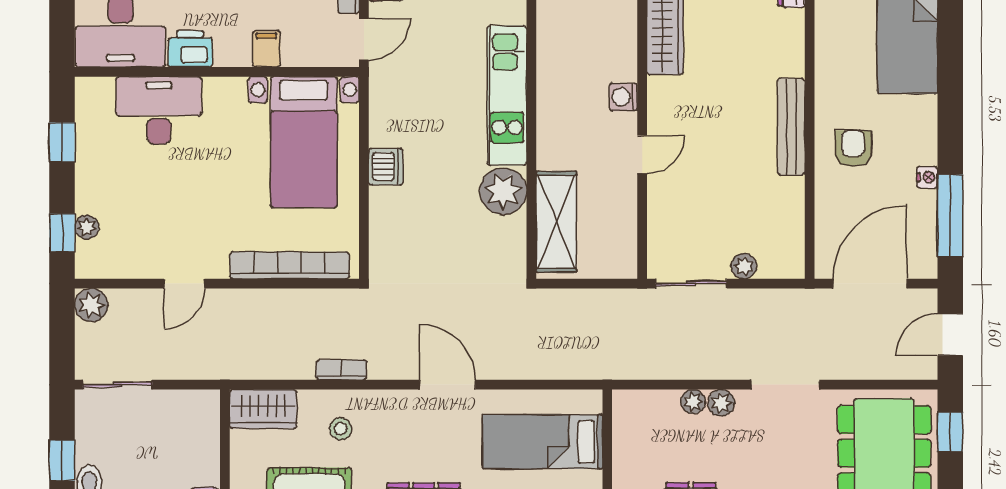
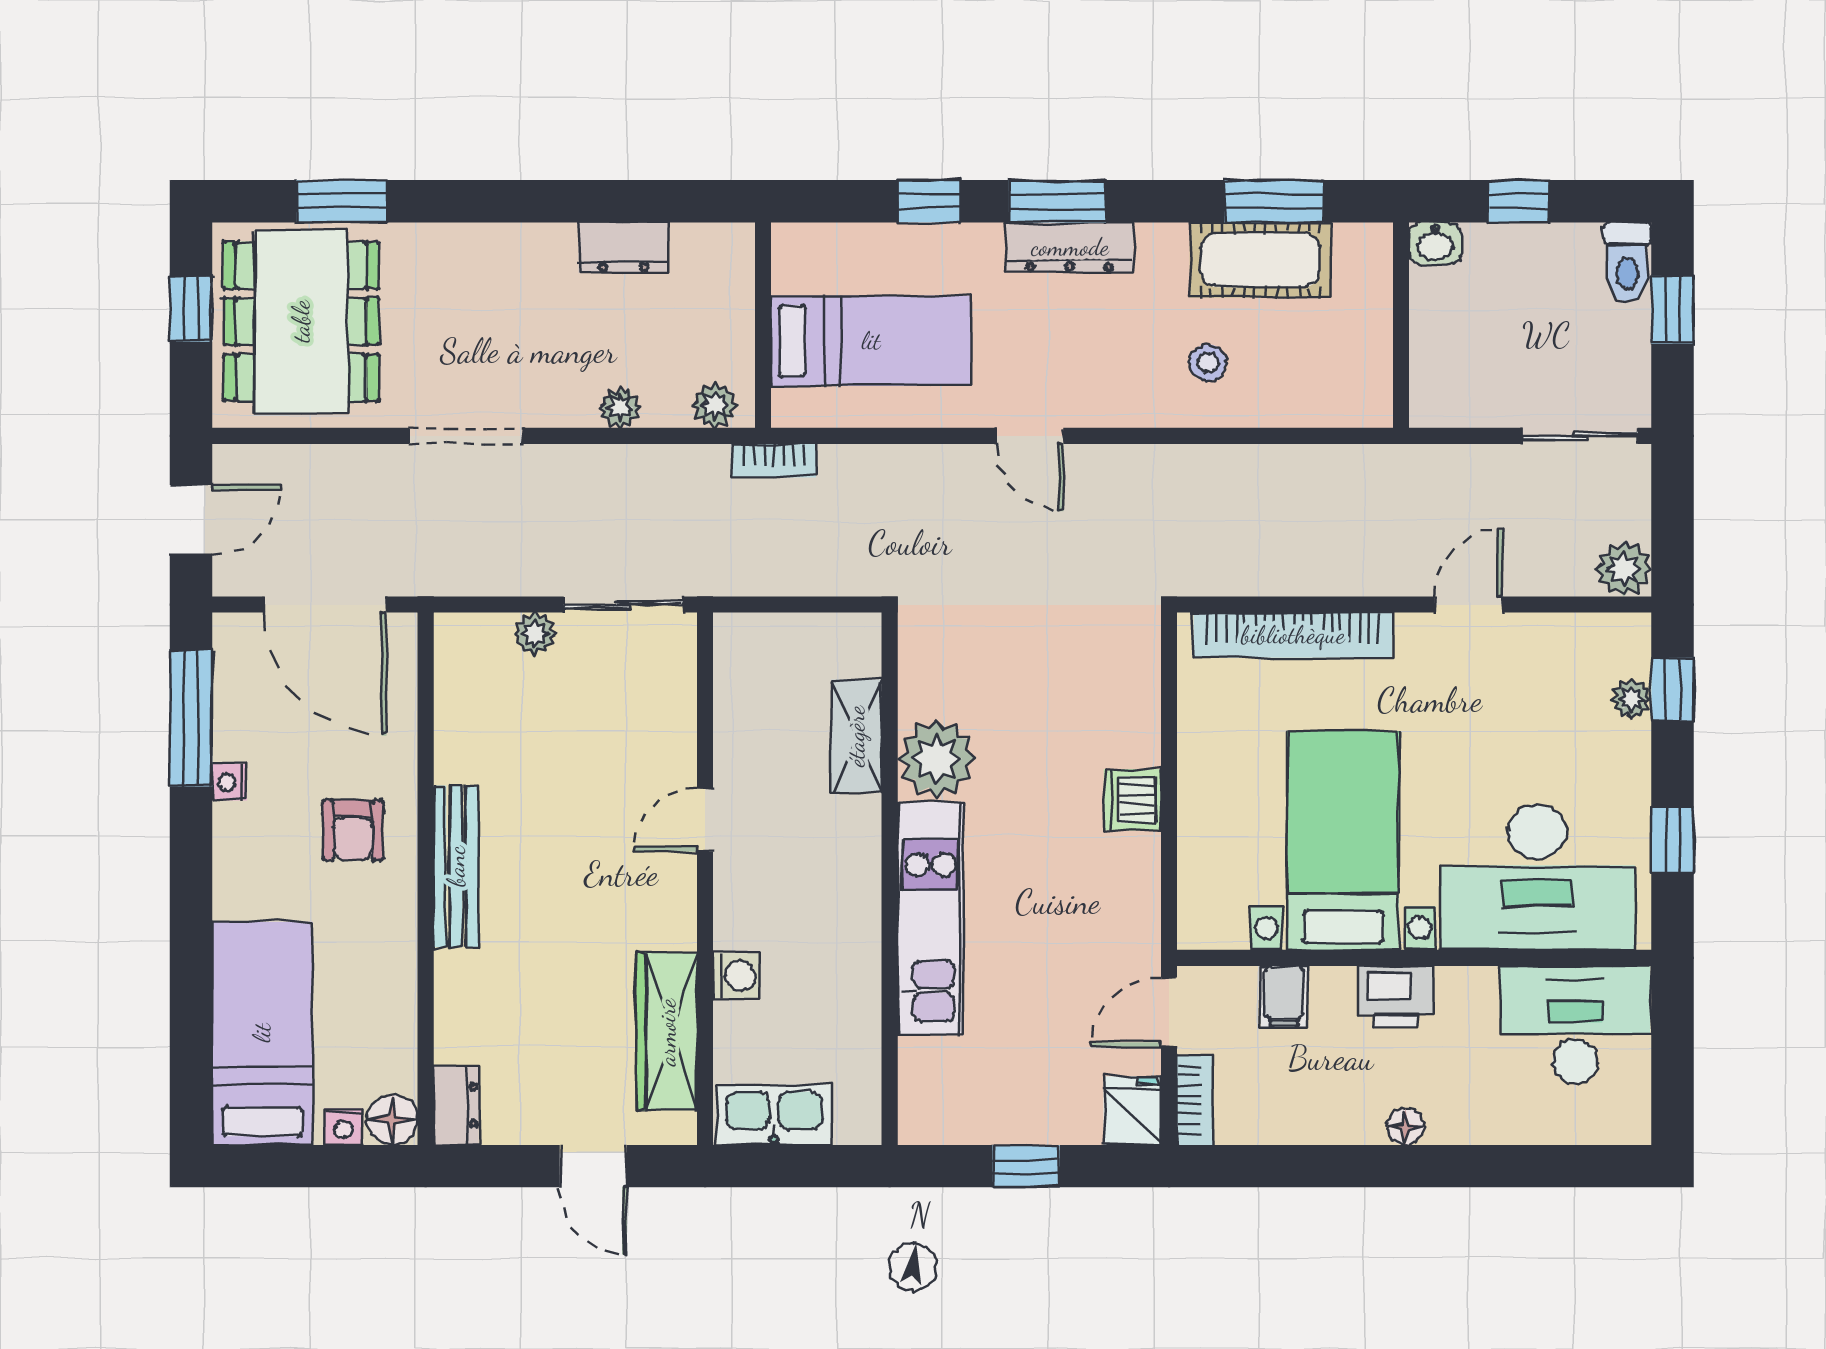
printer: (190, 49) -> (1396, 996), moved
filing cabinet: (266, 49) -> (1284, 996), moved
washing machine: (623, 97) -> (736, 976), moved
desk: (159, 110) -> (1537, 877), width x1.36, depth x1.30
bed with nightstands: (304, 142) -> (1343, 841), moved
shelving: (556, 222) -> (856, 736), width x0.67, depth x0.75
door: (870, 284) -> (325, 605), hinge flipped
bookcase: (341, 370) -> (774, 461), moved
door: (447, 385) -> (1030, 436), width x0.73
plant: (721, 403) -> (715, 406), moved
wardrobe: (263, 409) -> (1337, 395), removed
window: (950, 432) -> (191, 309), moved

